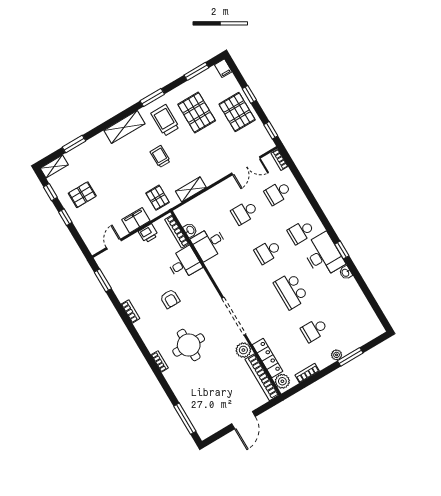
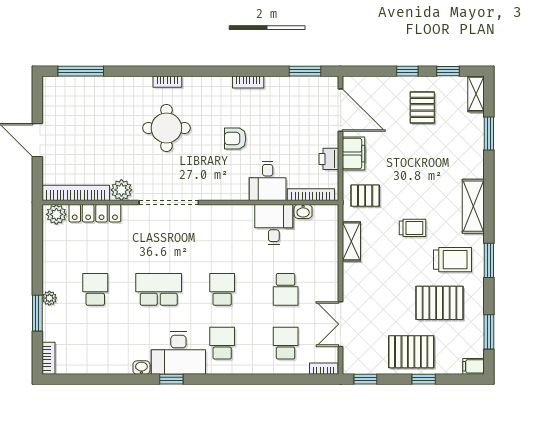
school desk: (245, 212) -> (286, 289), turned 180
door: (114, 244) -> (341, 110), width x1.87
bookcase: (307, 373) -> (49, 358), moved

